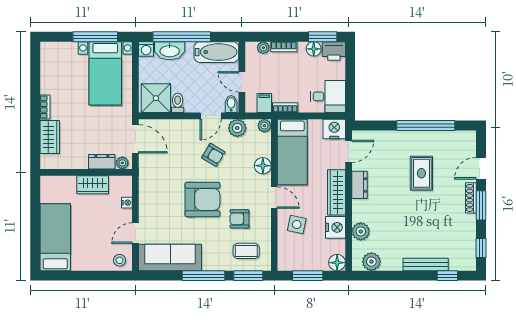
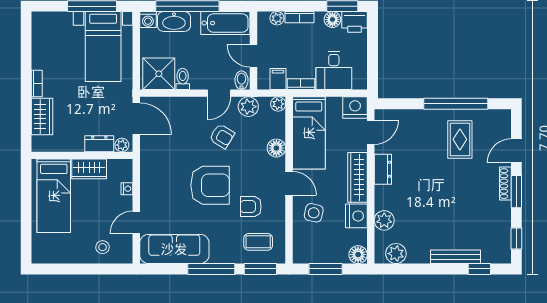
desk: (328, 96) -> (334, 70), moved, turned 90
rug: (421, 173) -> (460, 139), moved
bed: (55, 237) -> (54, 196), moved, turned 180
stool: (120, 260) -> (103, 247), moved

